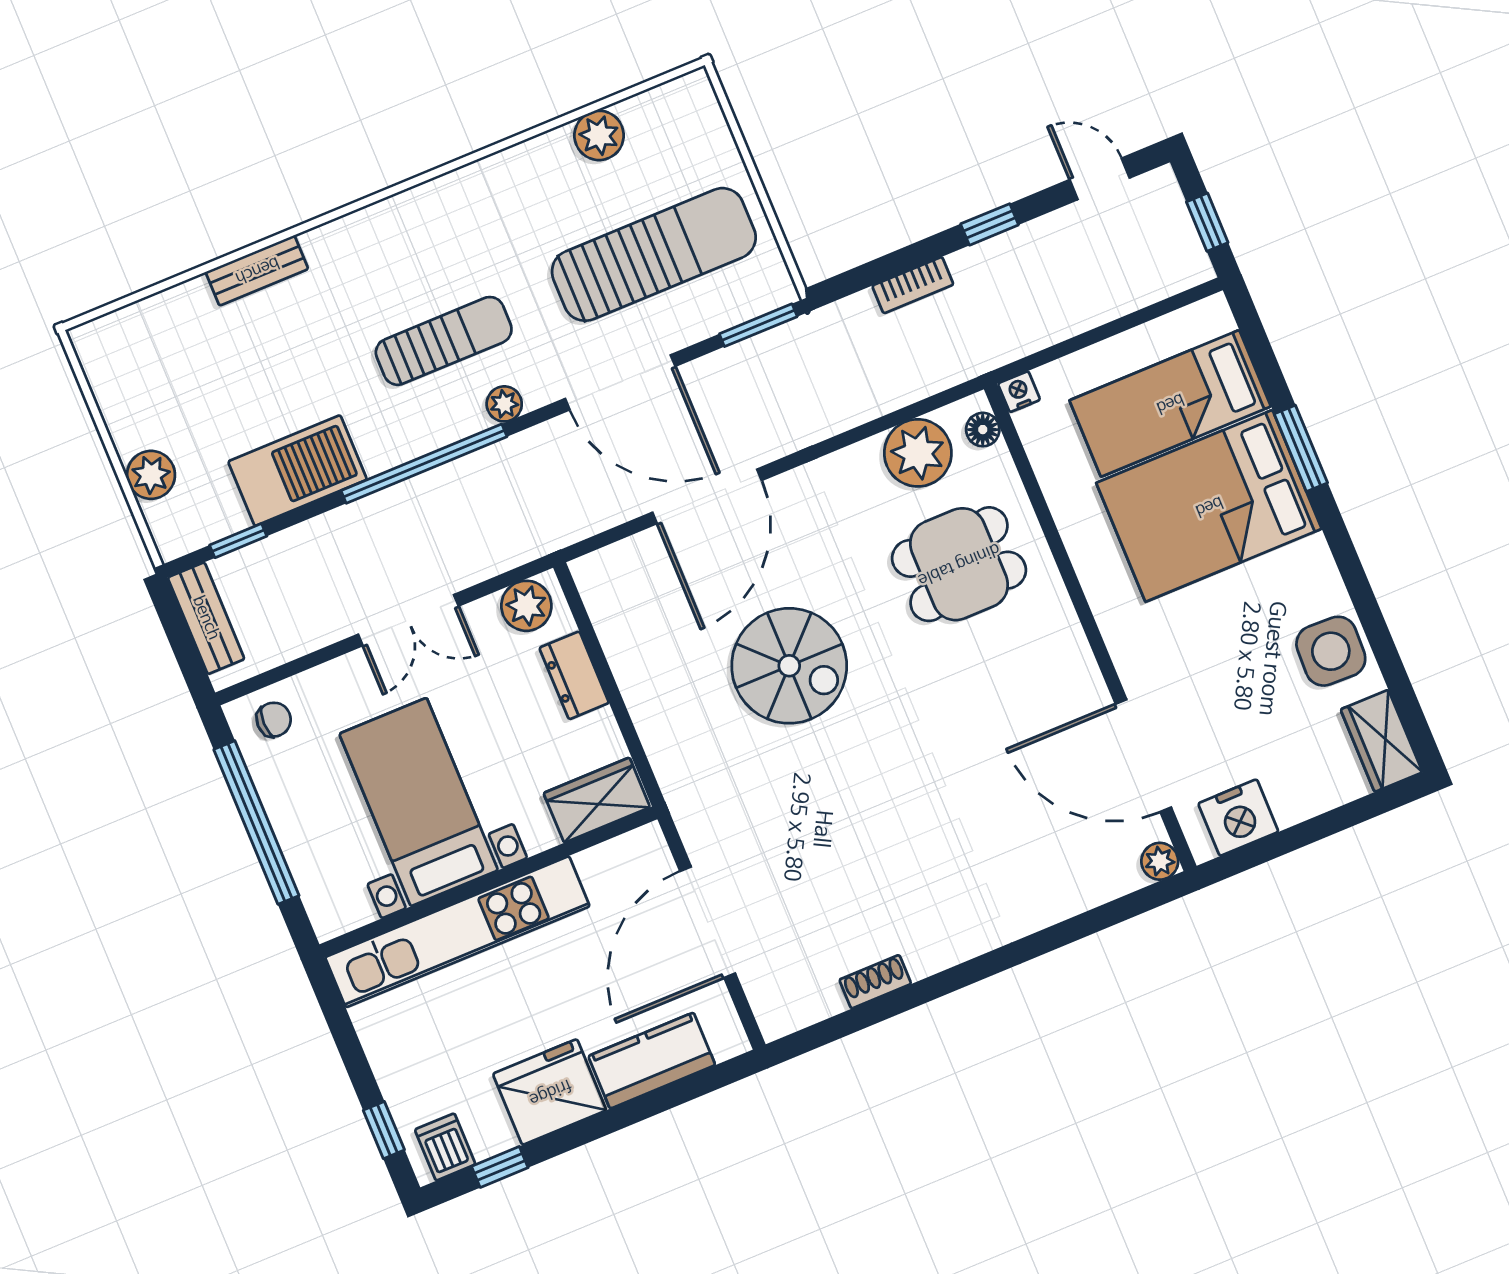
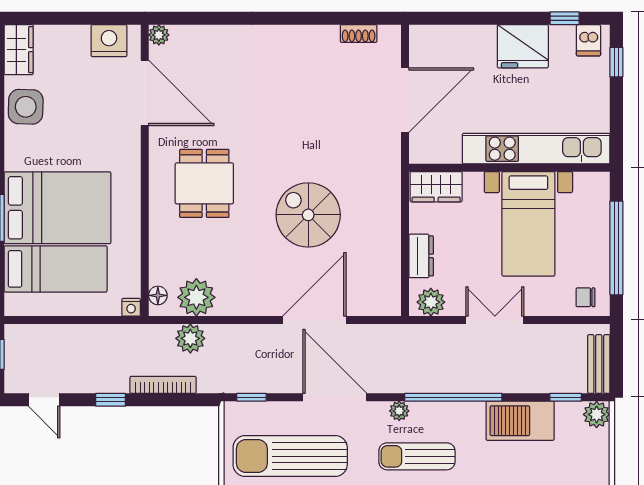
bookcase: (913, 285) -> (163, 385), width x1.56
window: (758, 325) -> (251, 397), width x0.67
plant: (900, 381) -> (190, 338), added
plant: (151, 475) -> (597, 414), moved
dining table: (959, 564) -> (204, 183), moved, turned 90
shoe rack: (875, 982) -> (359, 34), moved
kitchen counter: (652, 1061) -> (463, 41), removed

